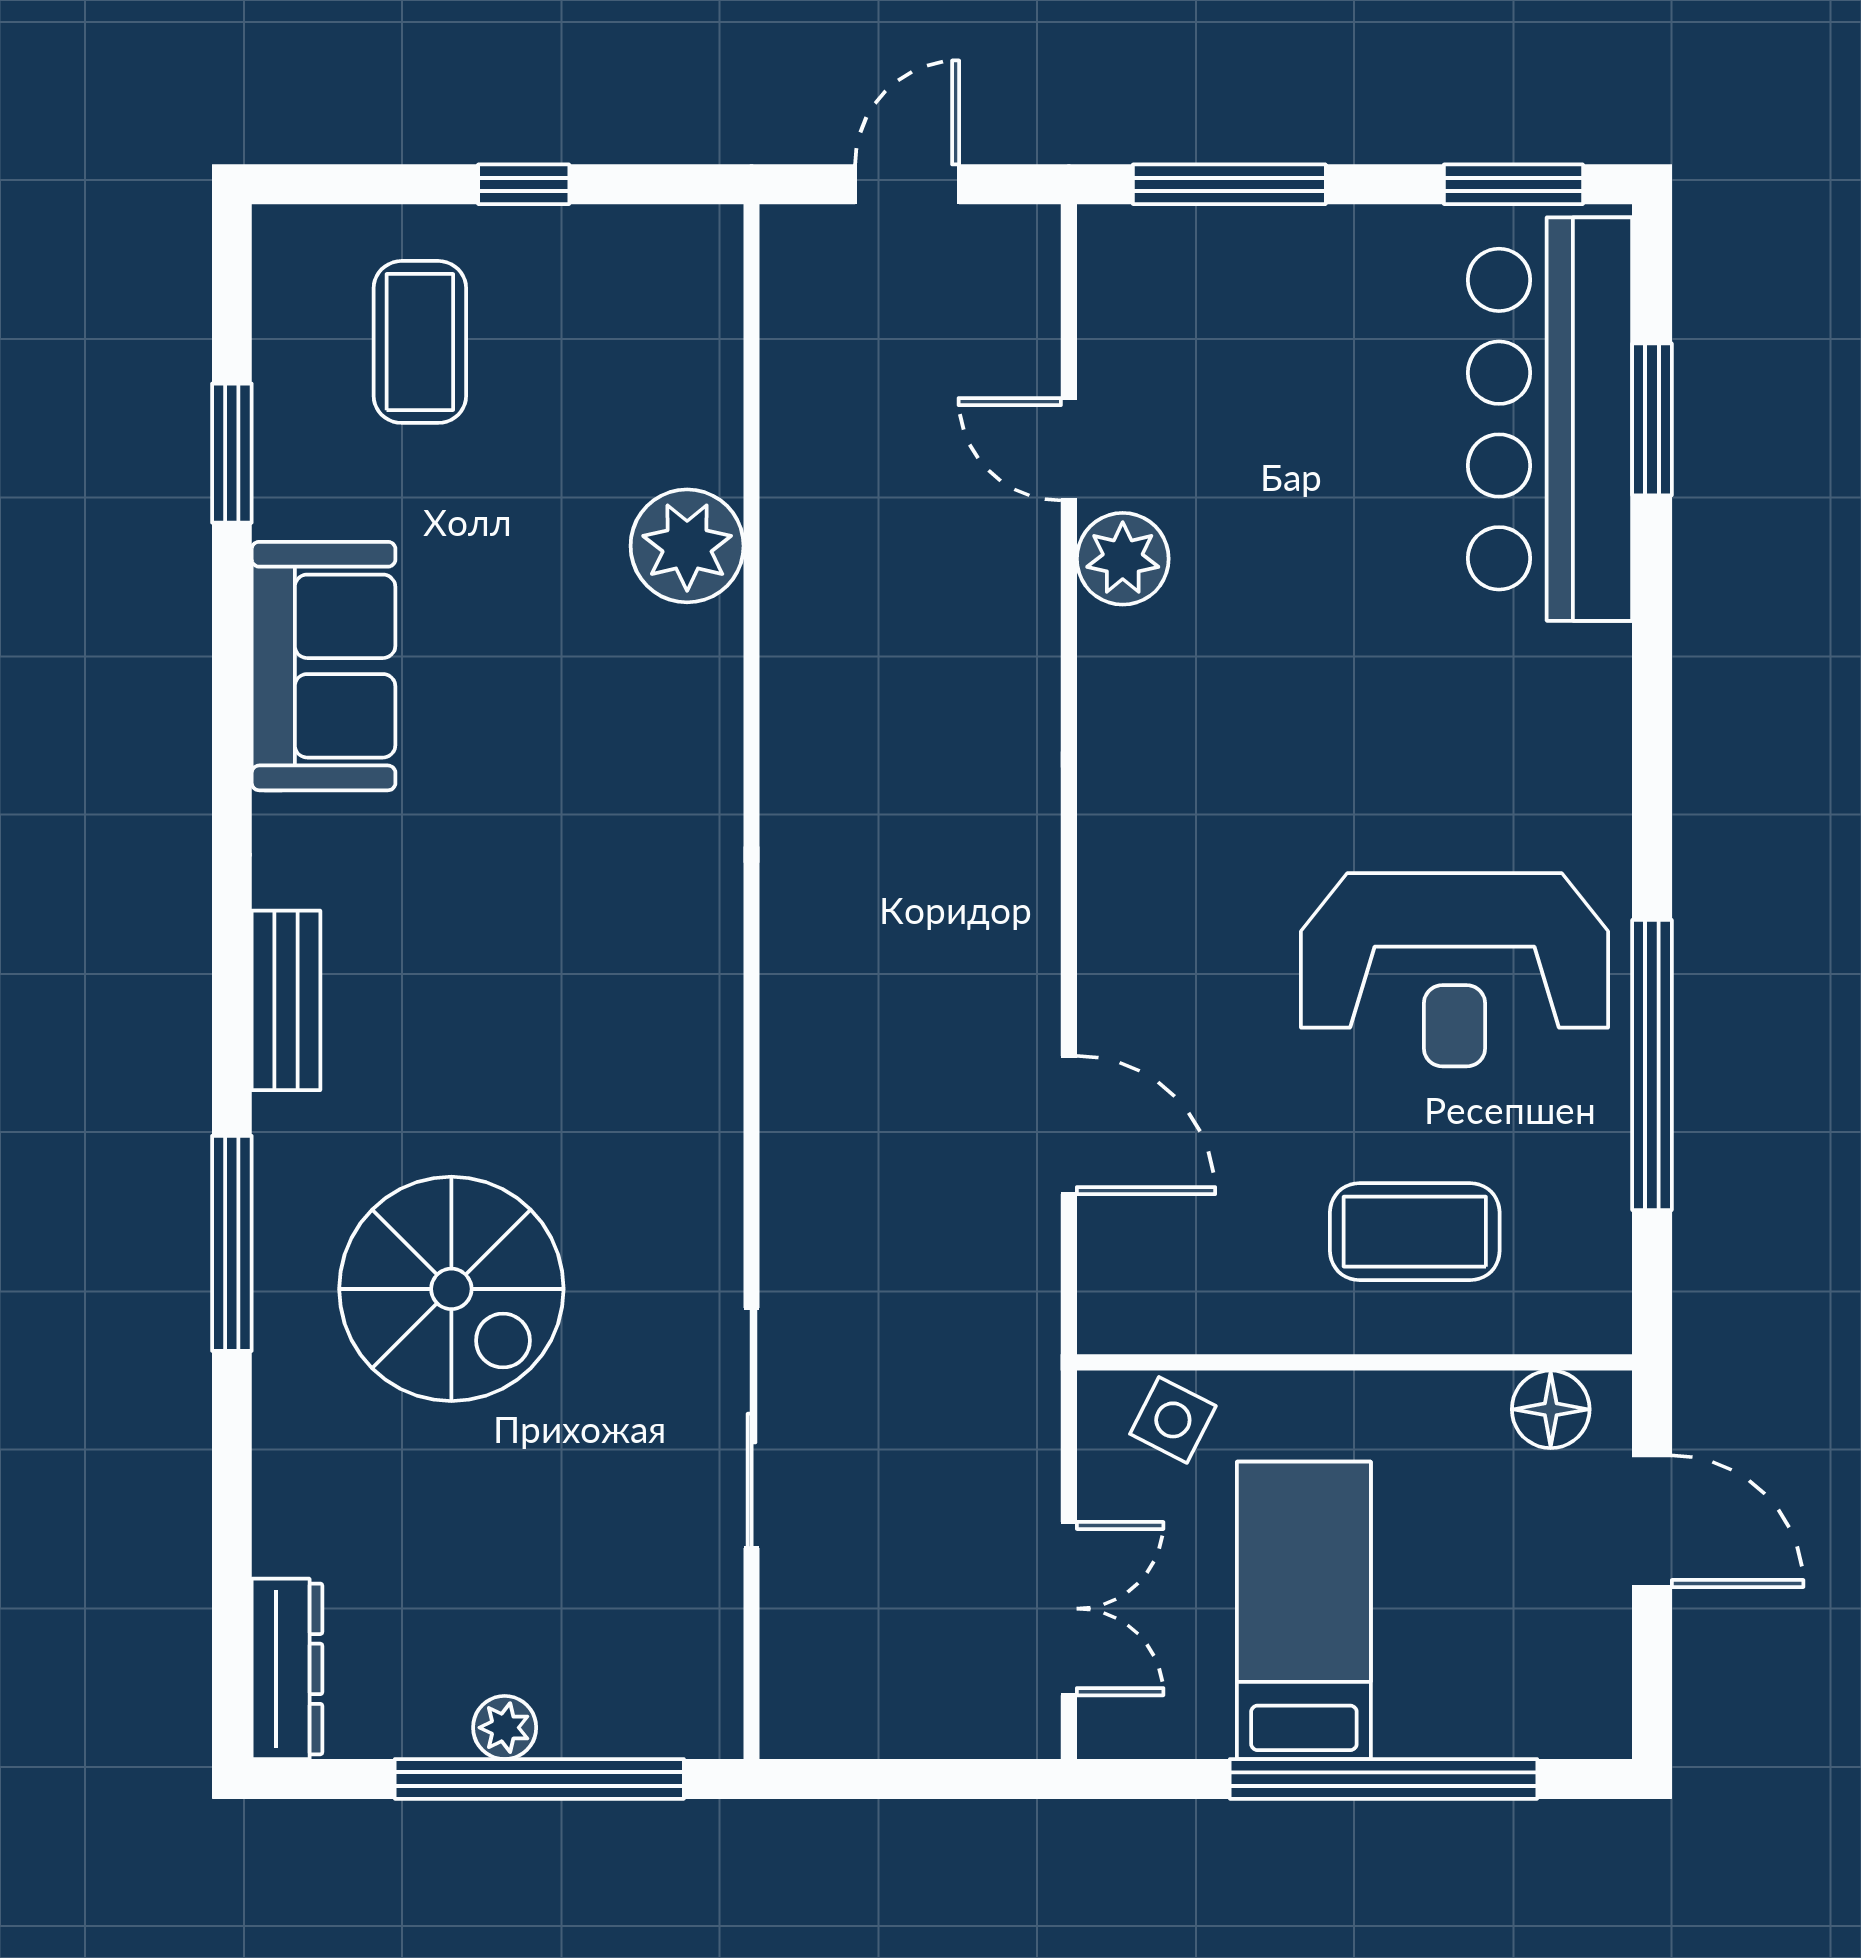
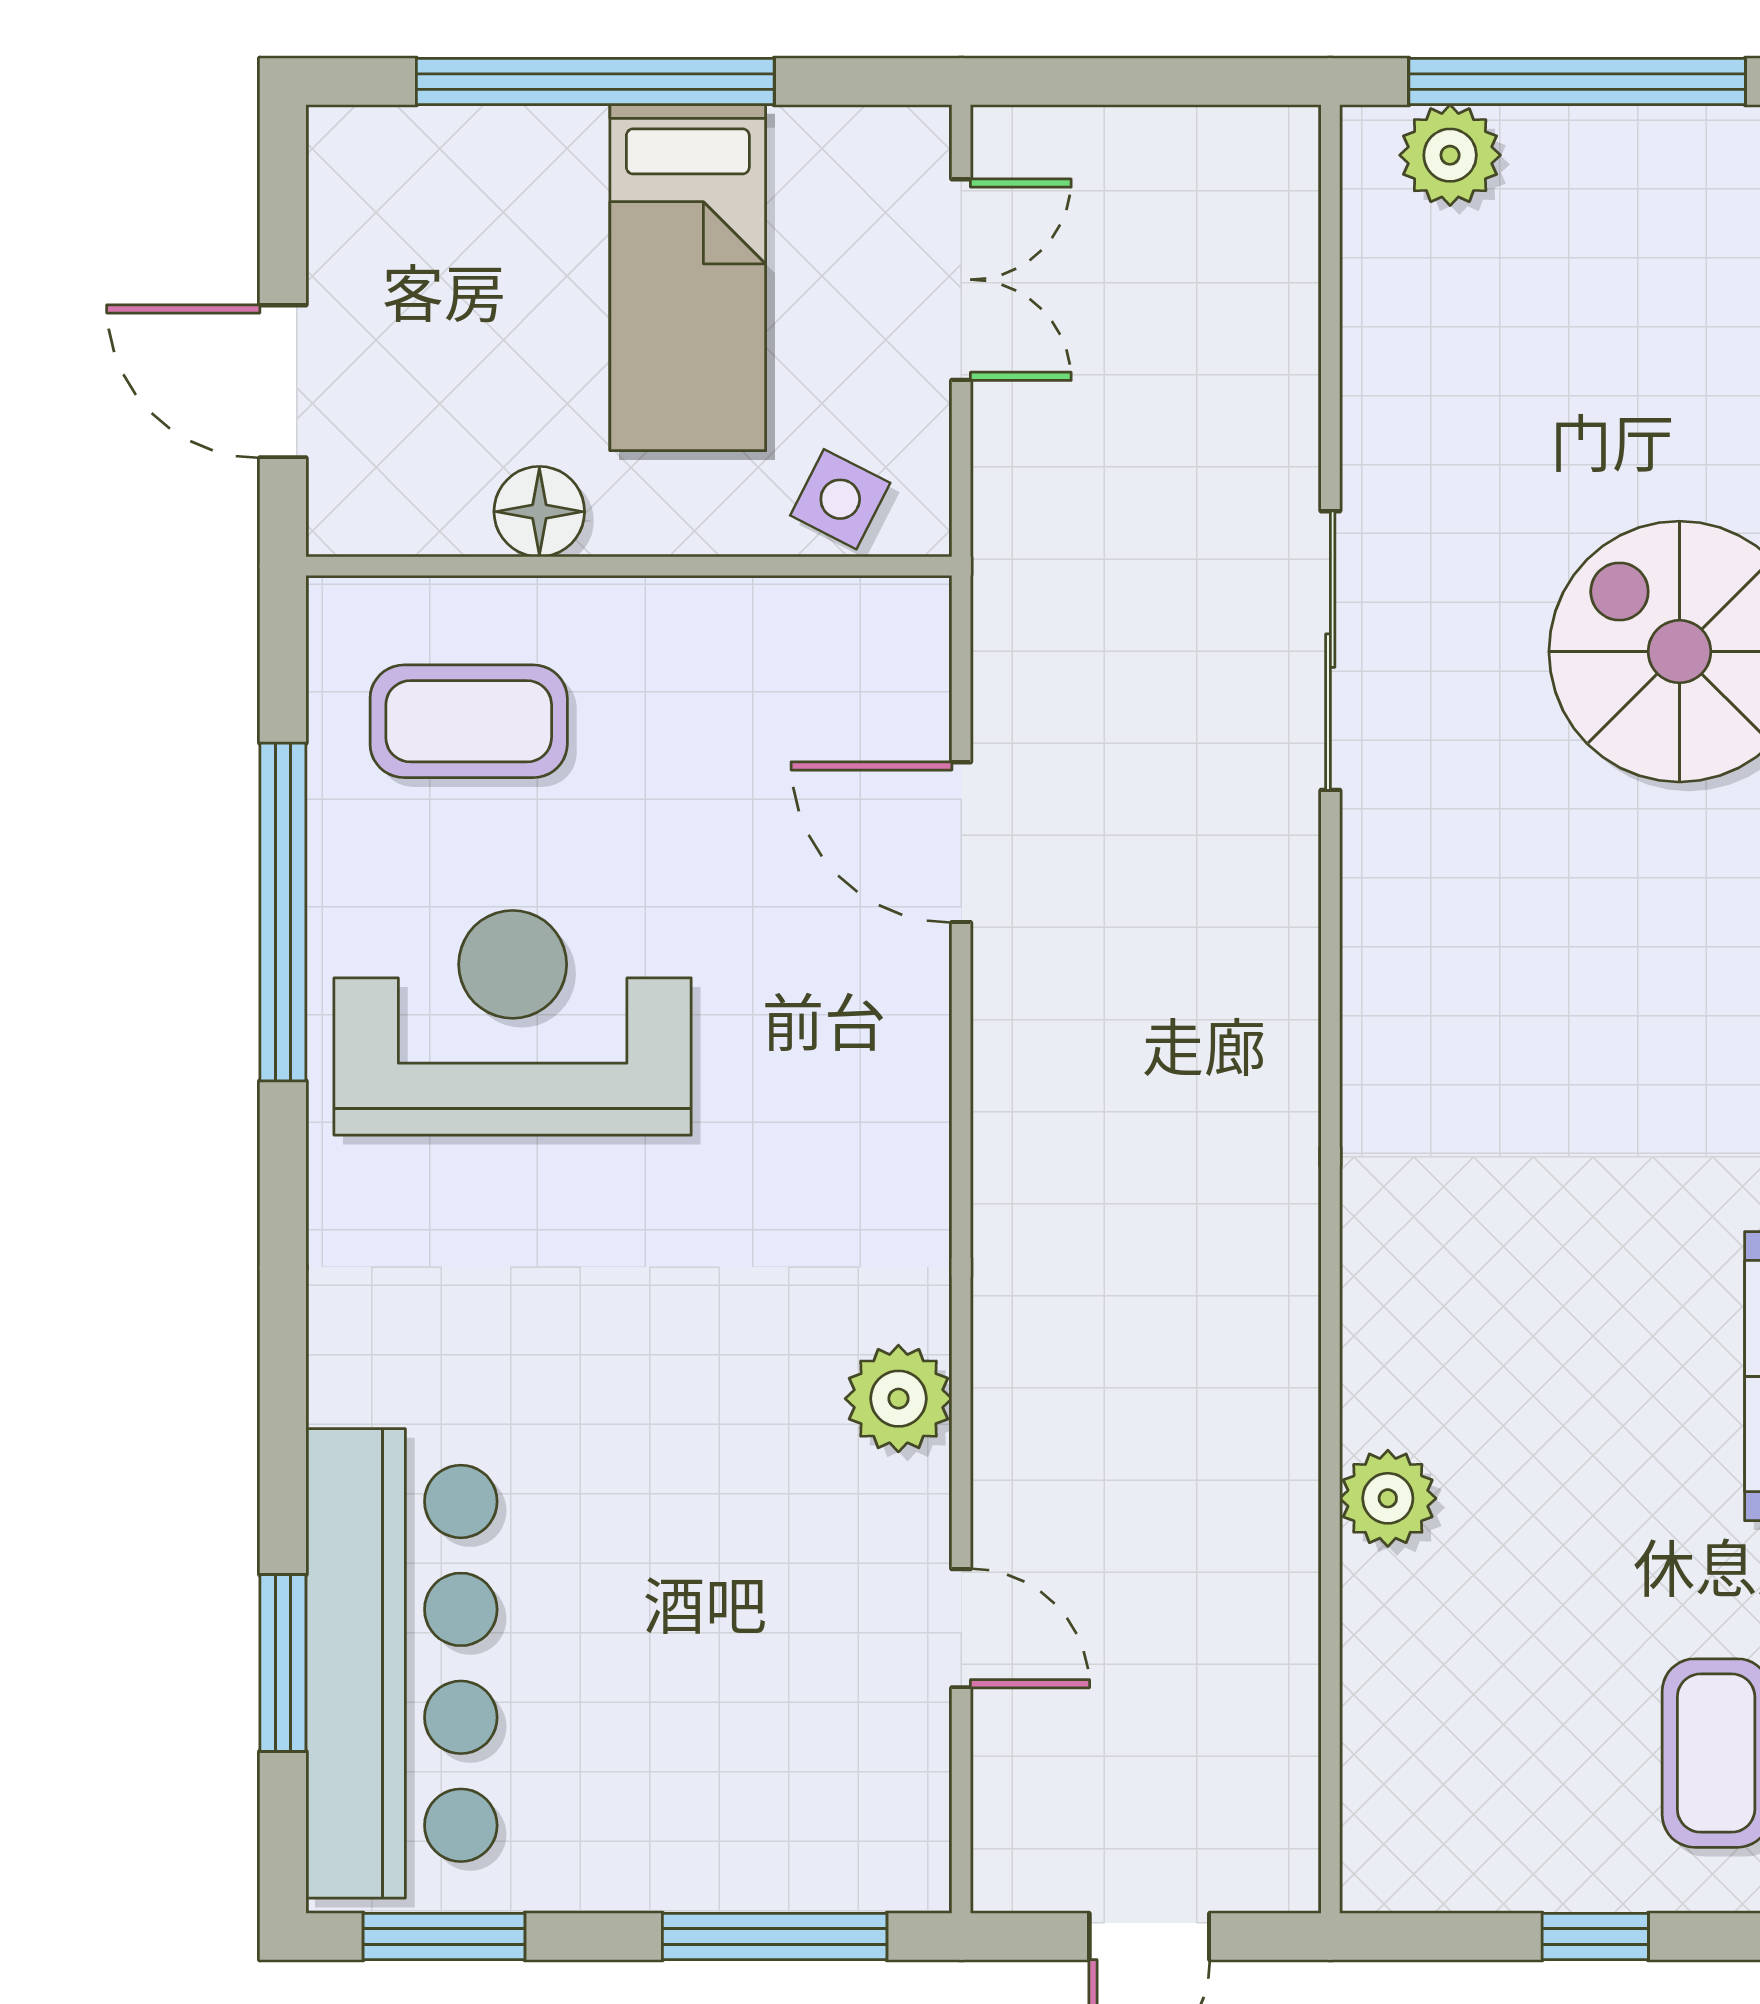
plant: (687, 546) -> (1388, 1498), width x0.73, depth x0.73
plant: (1123, 559) -> (898, 1399), moved
coffee table: (1415, 1232) -> (469, 721), moved
floor lamp: (1551, 1409) -> (539, 512), moved
sliding door: (752, 1428) -> (1330, 651), moved
double door: (1069, 1609) -> (961, 280), swing flipped
plant: (505, 1728) -> (1450, 155), moved, width x1.38, depth x1.38

